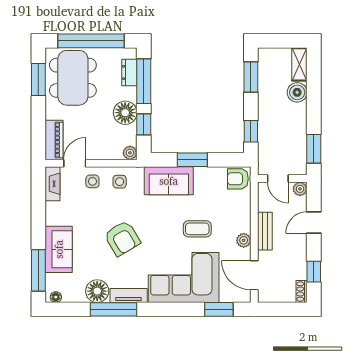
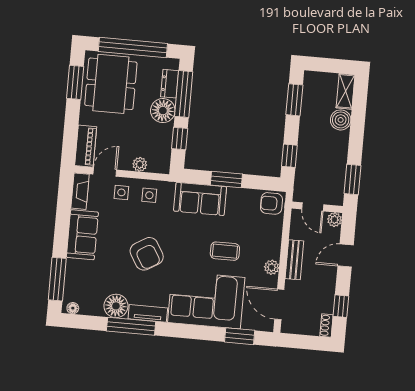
floor lamp: (125, 113) -> (163, 111), moved
plant: (130, 153) -> (140, 164), moved
sofa: (59, 249) -> (82, 235), moved

